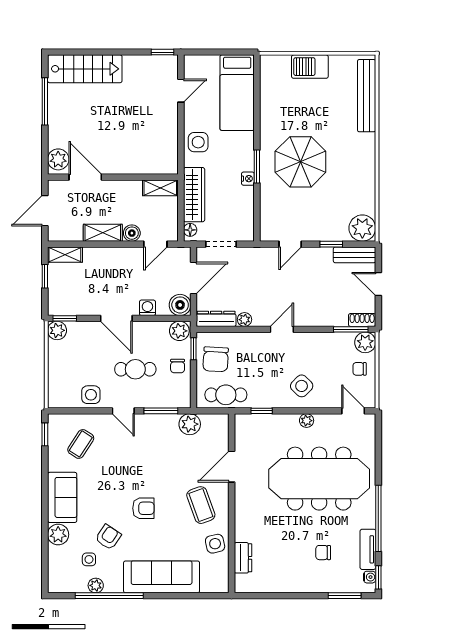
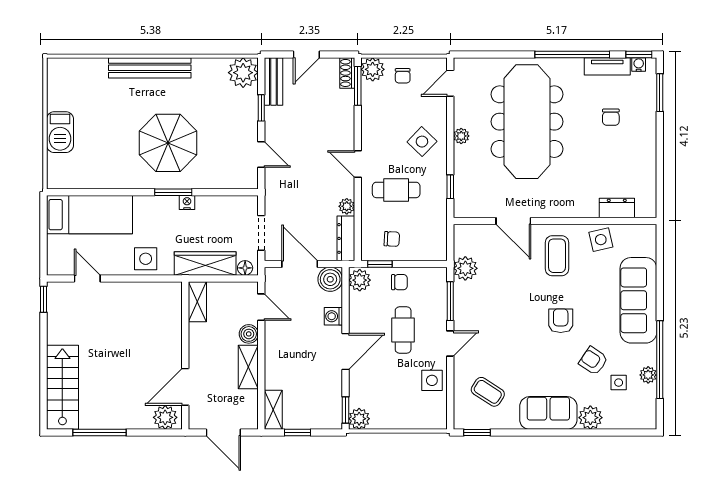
bench: (367, 96) -> (150, 68), moved
chair: (216, 359) -> (392, 239), width x0.54, depth x0.54
cafe table: (226, 395) -> (396, 190), moved, turned 90
coffee table: (201, 505) -> (557, 256), turned -70

